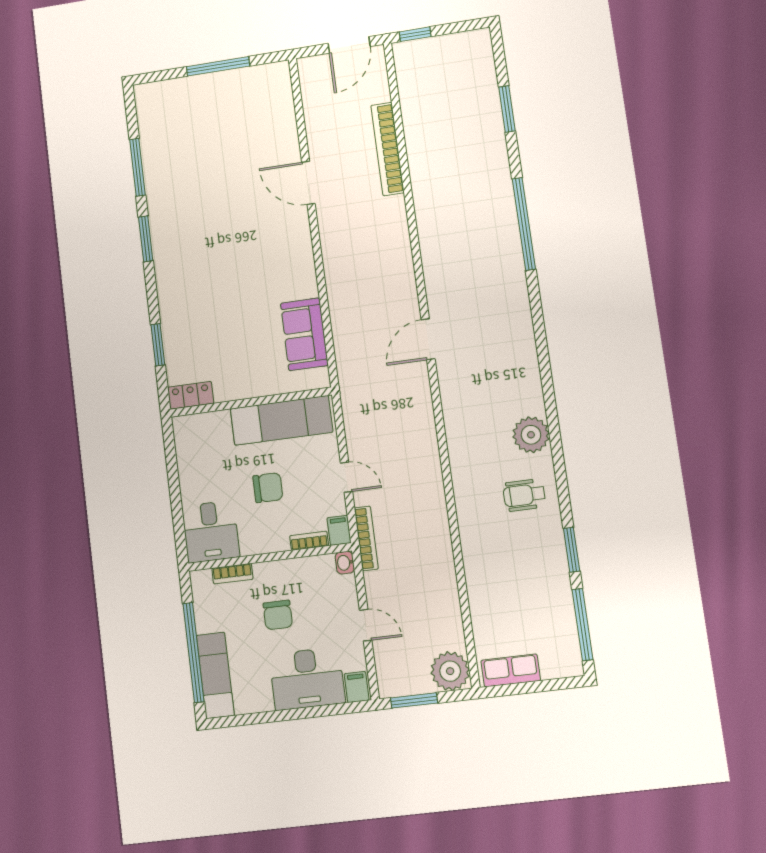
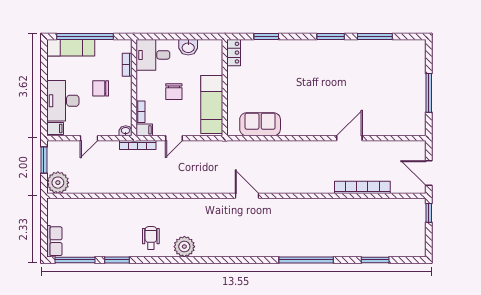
washbasin: (191, 473) -> (188, 47), added
row of seats: (511, 670) -> (54, 241), moved

